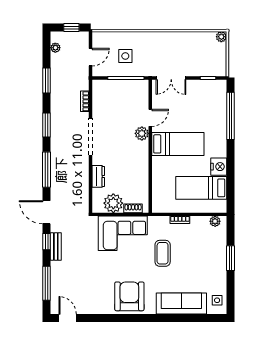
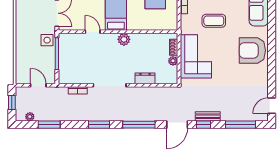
side table: (125, 56) -> (47, 40), moved
window: (47, 81) -> (49, 125), moved
plant: (142, 133) -> (124, 39), moved
plant: (113, 203) -> (173, 61), width x0.53, depth x0.53

